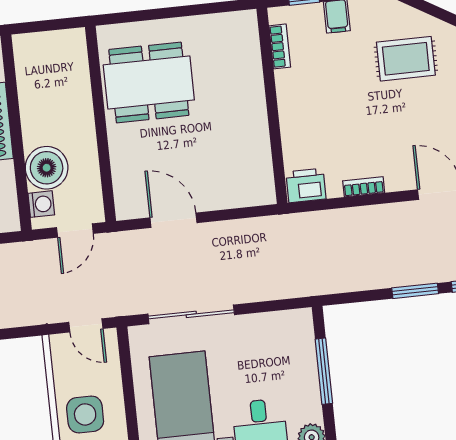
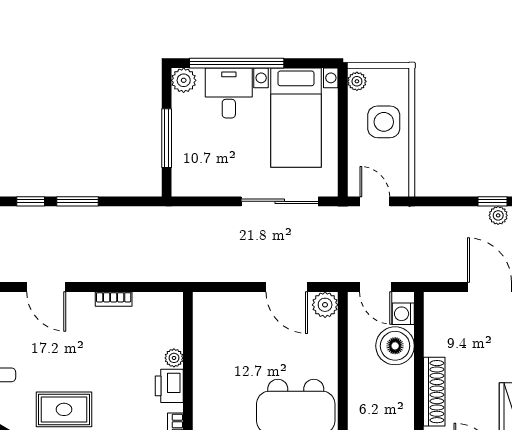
plant: (290, 129) -> (174, 358), added
printer: (306, 185) -> (169, 386), moved, turned 90
plant: (129, 205) -> (325, 305), added
door: (75, 231) -> (376, 287), swing flipped

